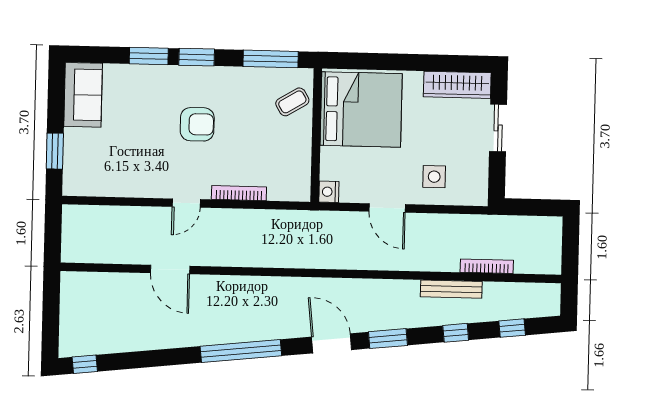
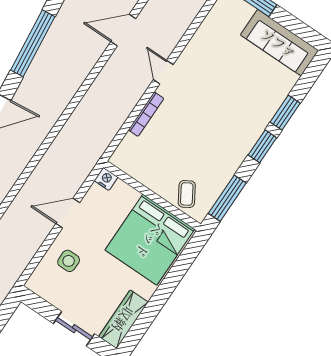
sofa: (83, 95) -> (279, 43), width x1.36
armchair: (197, 124) -> (214, 116), removed

